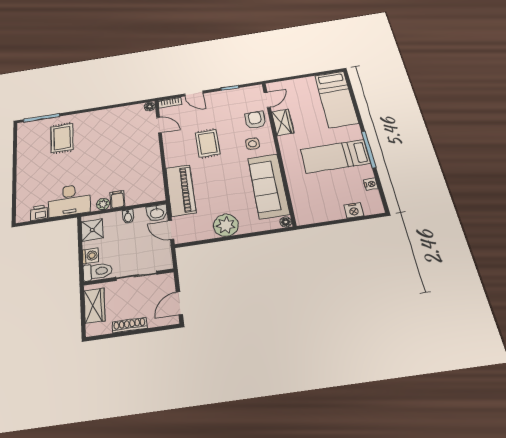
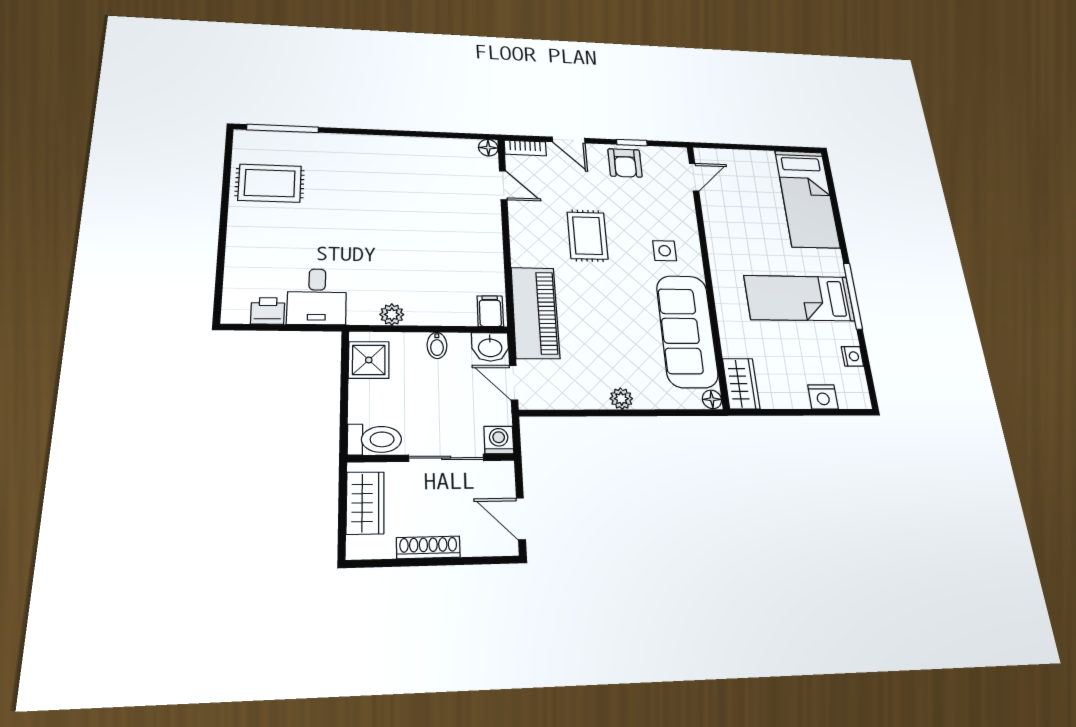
armchair: (255, 120) -> (625, 163), moved, turned 180
wardrobe: (283, 122) -> (741, 384), moved
rug: (62, 138) -> (270, 183), moved, turned 90
filing cabinet: (117, 199) -> (490, 311), moved
desk: (69, 200) -> (317, 297), width x0.73
plant: (226, 225) -> (621, 399), width x0.53, depth x0.53
washing machine: (90, 256) -> (499, 440), moved, turned -90
door: (179, 303) -> (521, 519), hinge flipped

